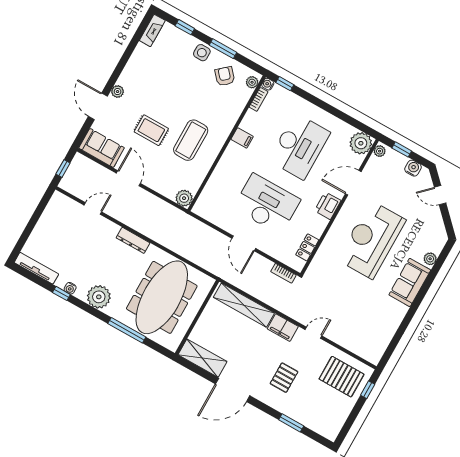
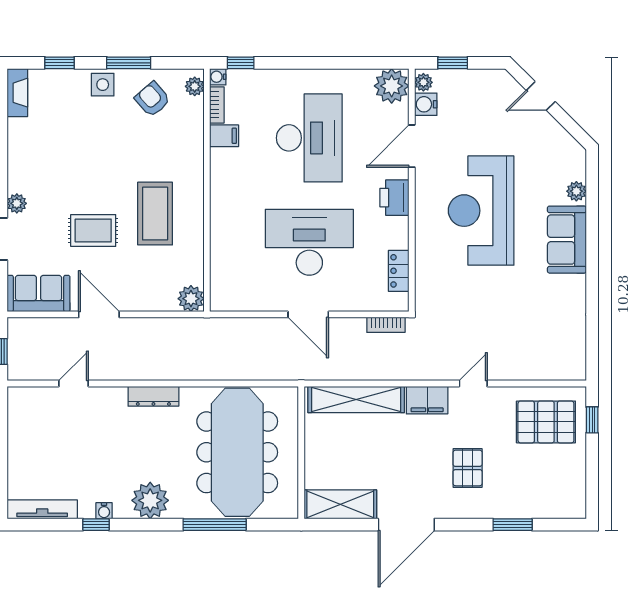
filing cabinet: (242, 138) -> (224, 136), moved
water cooler: (413, 168) -> (426, 104), moved, turned -90

